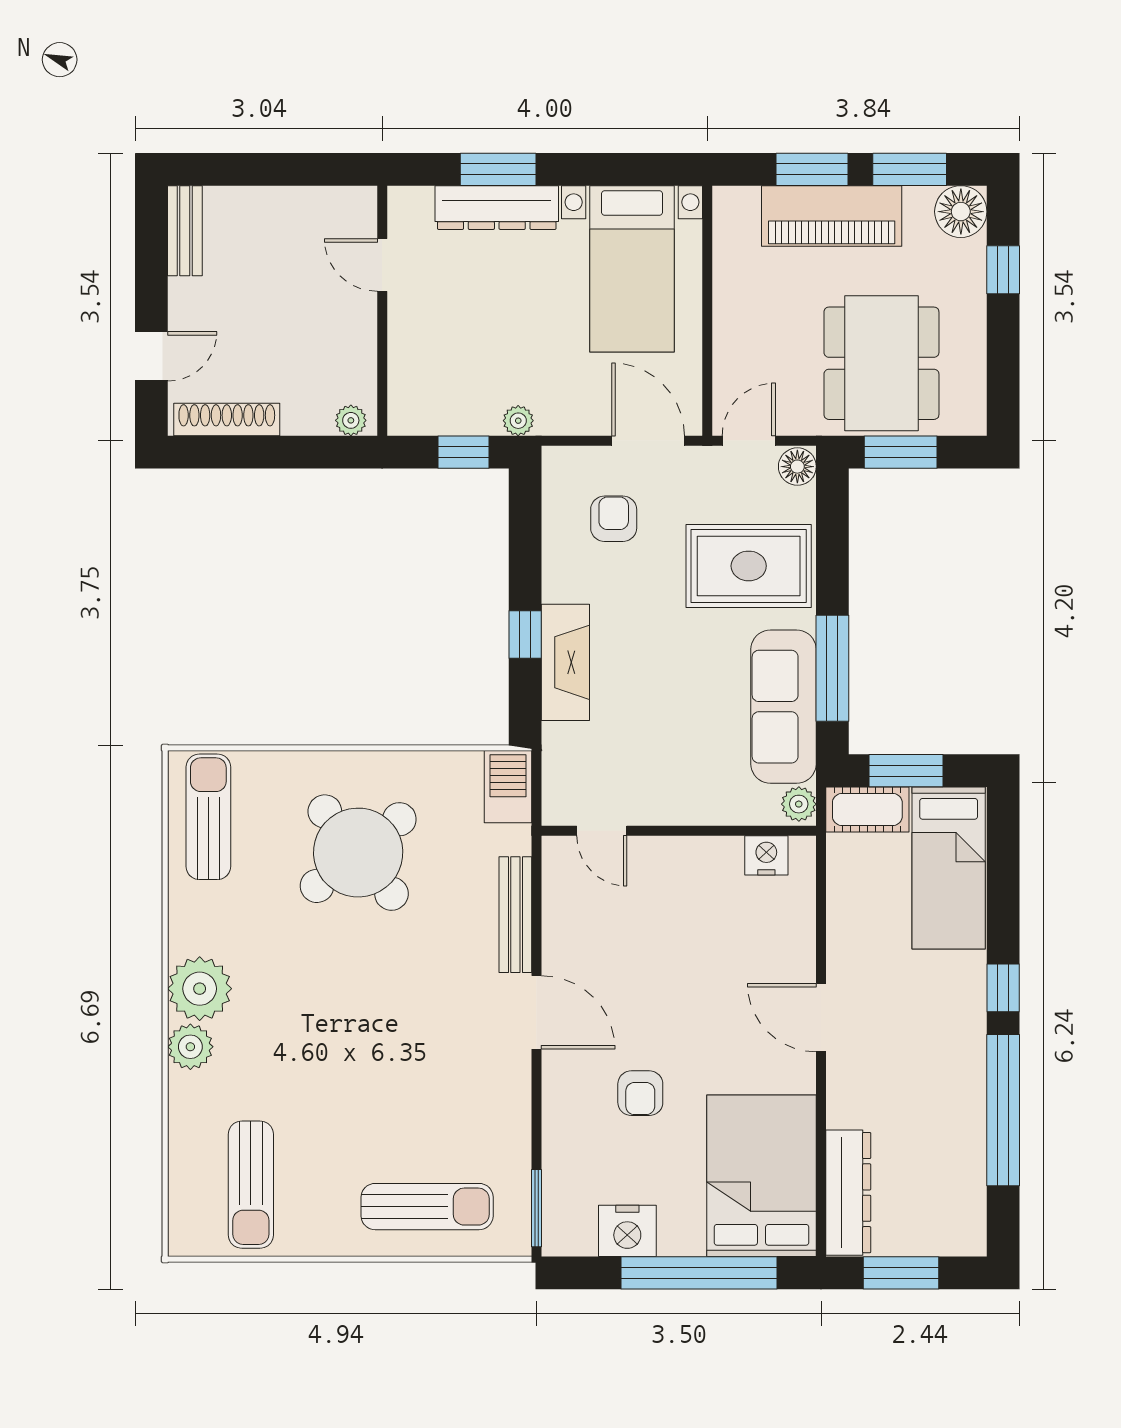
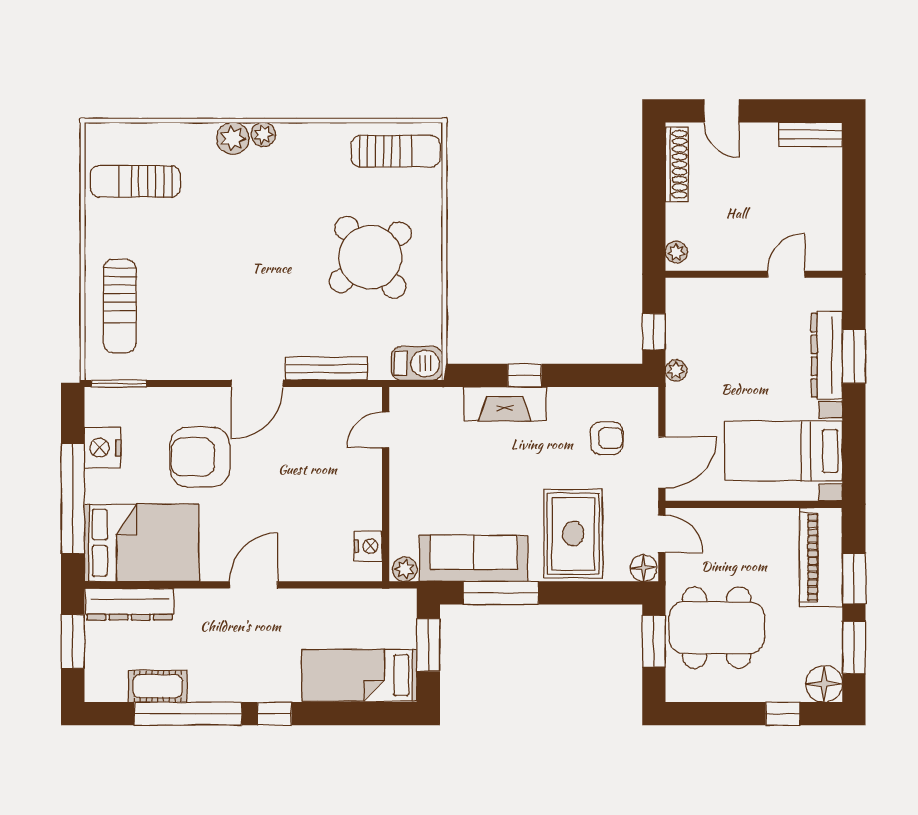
piano: (832, 216) -> (821, 557), moved
cot: (867, 809) -> (158, 686), moved, turned 90
plant: (200, 989) -> (263, 134), width x0.53, depth x0.53
armchair: (640, 1093) -> (200, 457), width x1.88, depth x1.88

